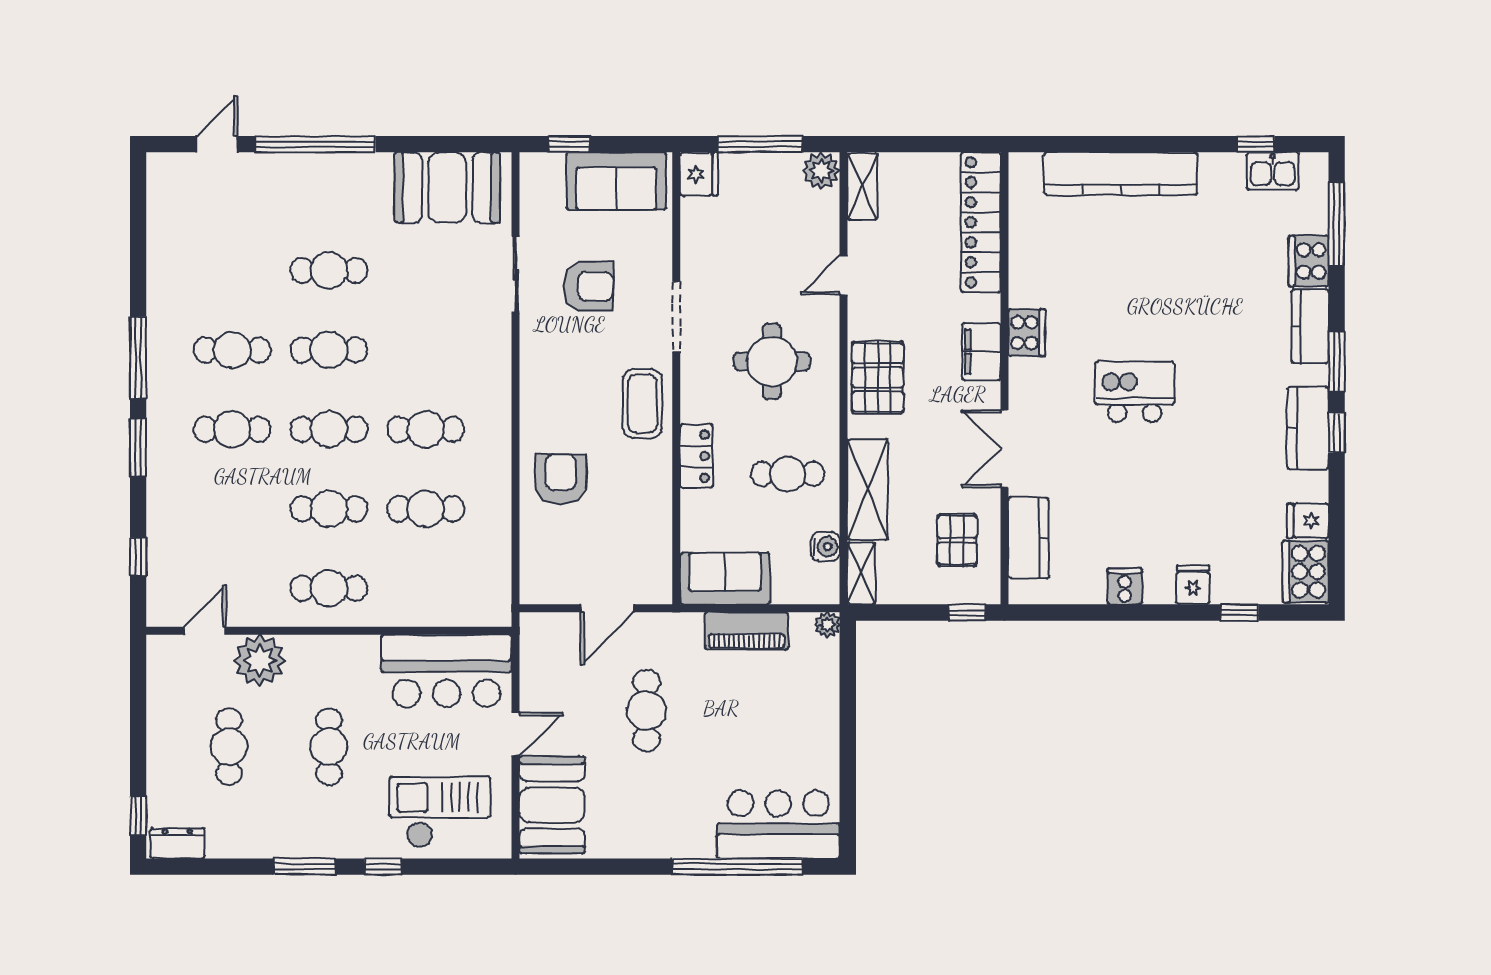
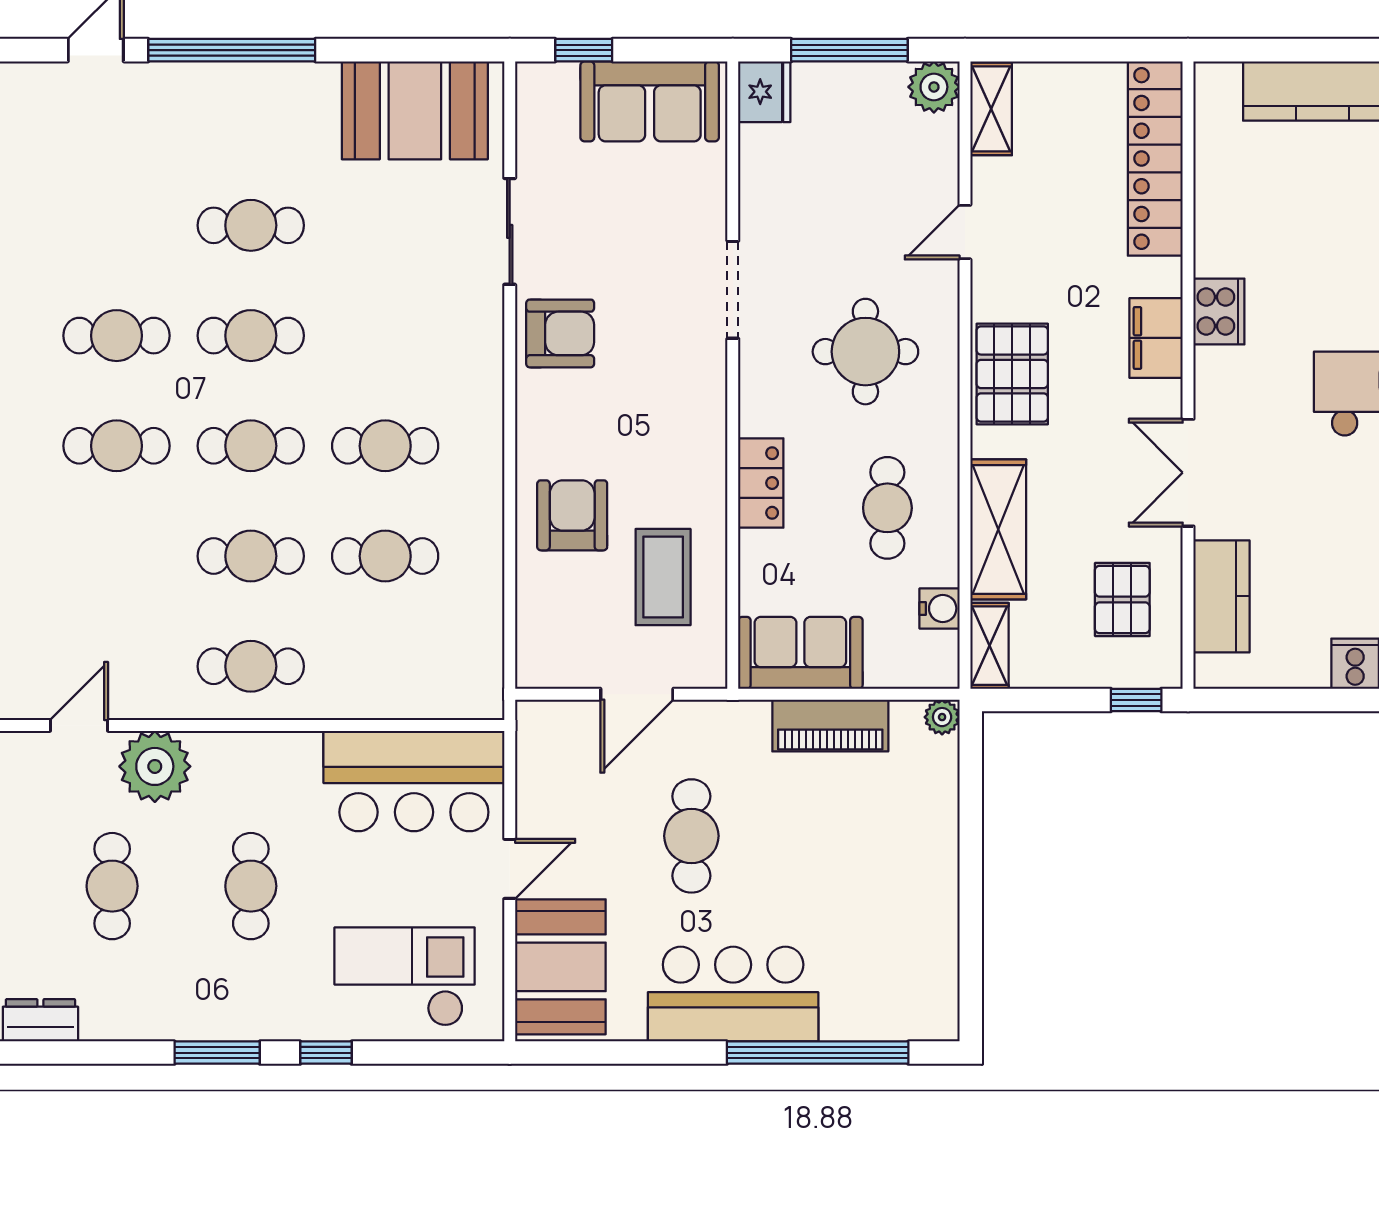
armchair: (589, 286) -> (560, 333), moved
coffee table: (642, 404) -> (663, 577), moved
cafe table: (788, 474) -> (887, 508), turned 90
bar counter: (778, 824) -> (733, 994), moved

